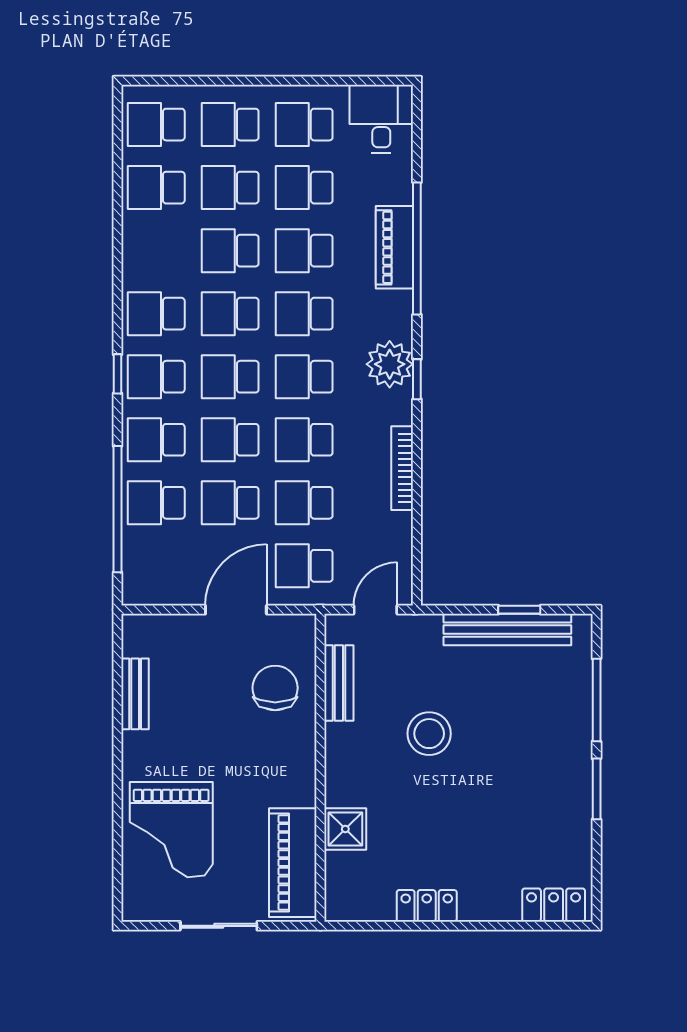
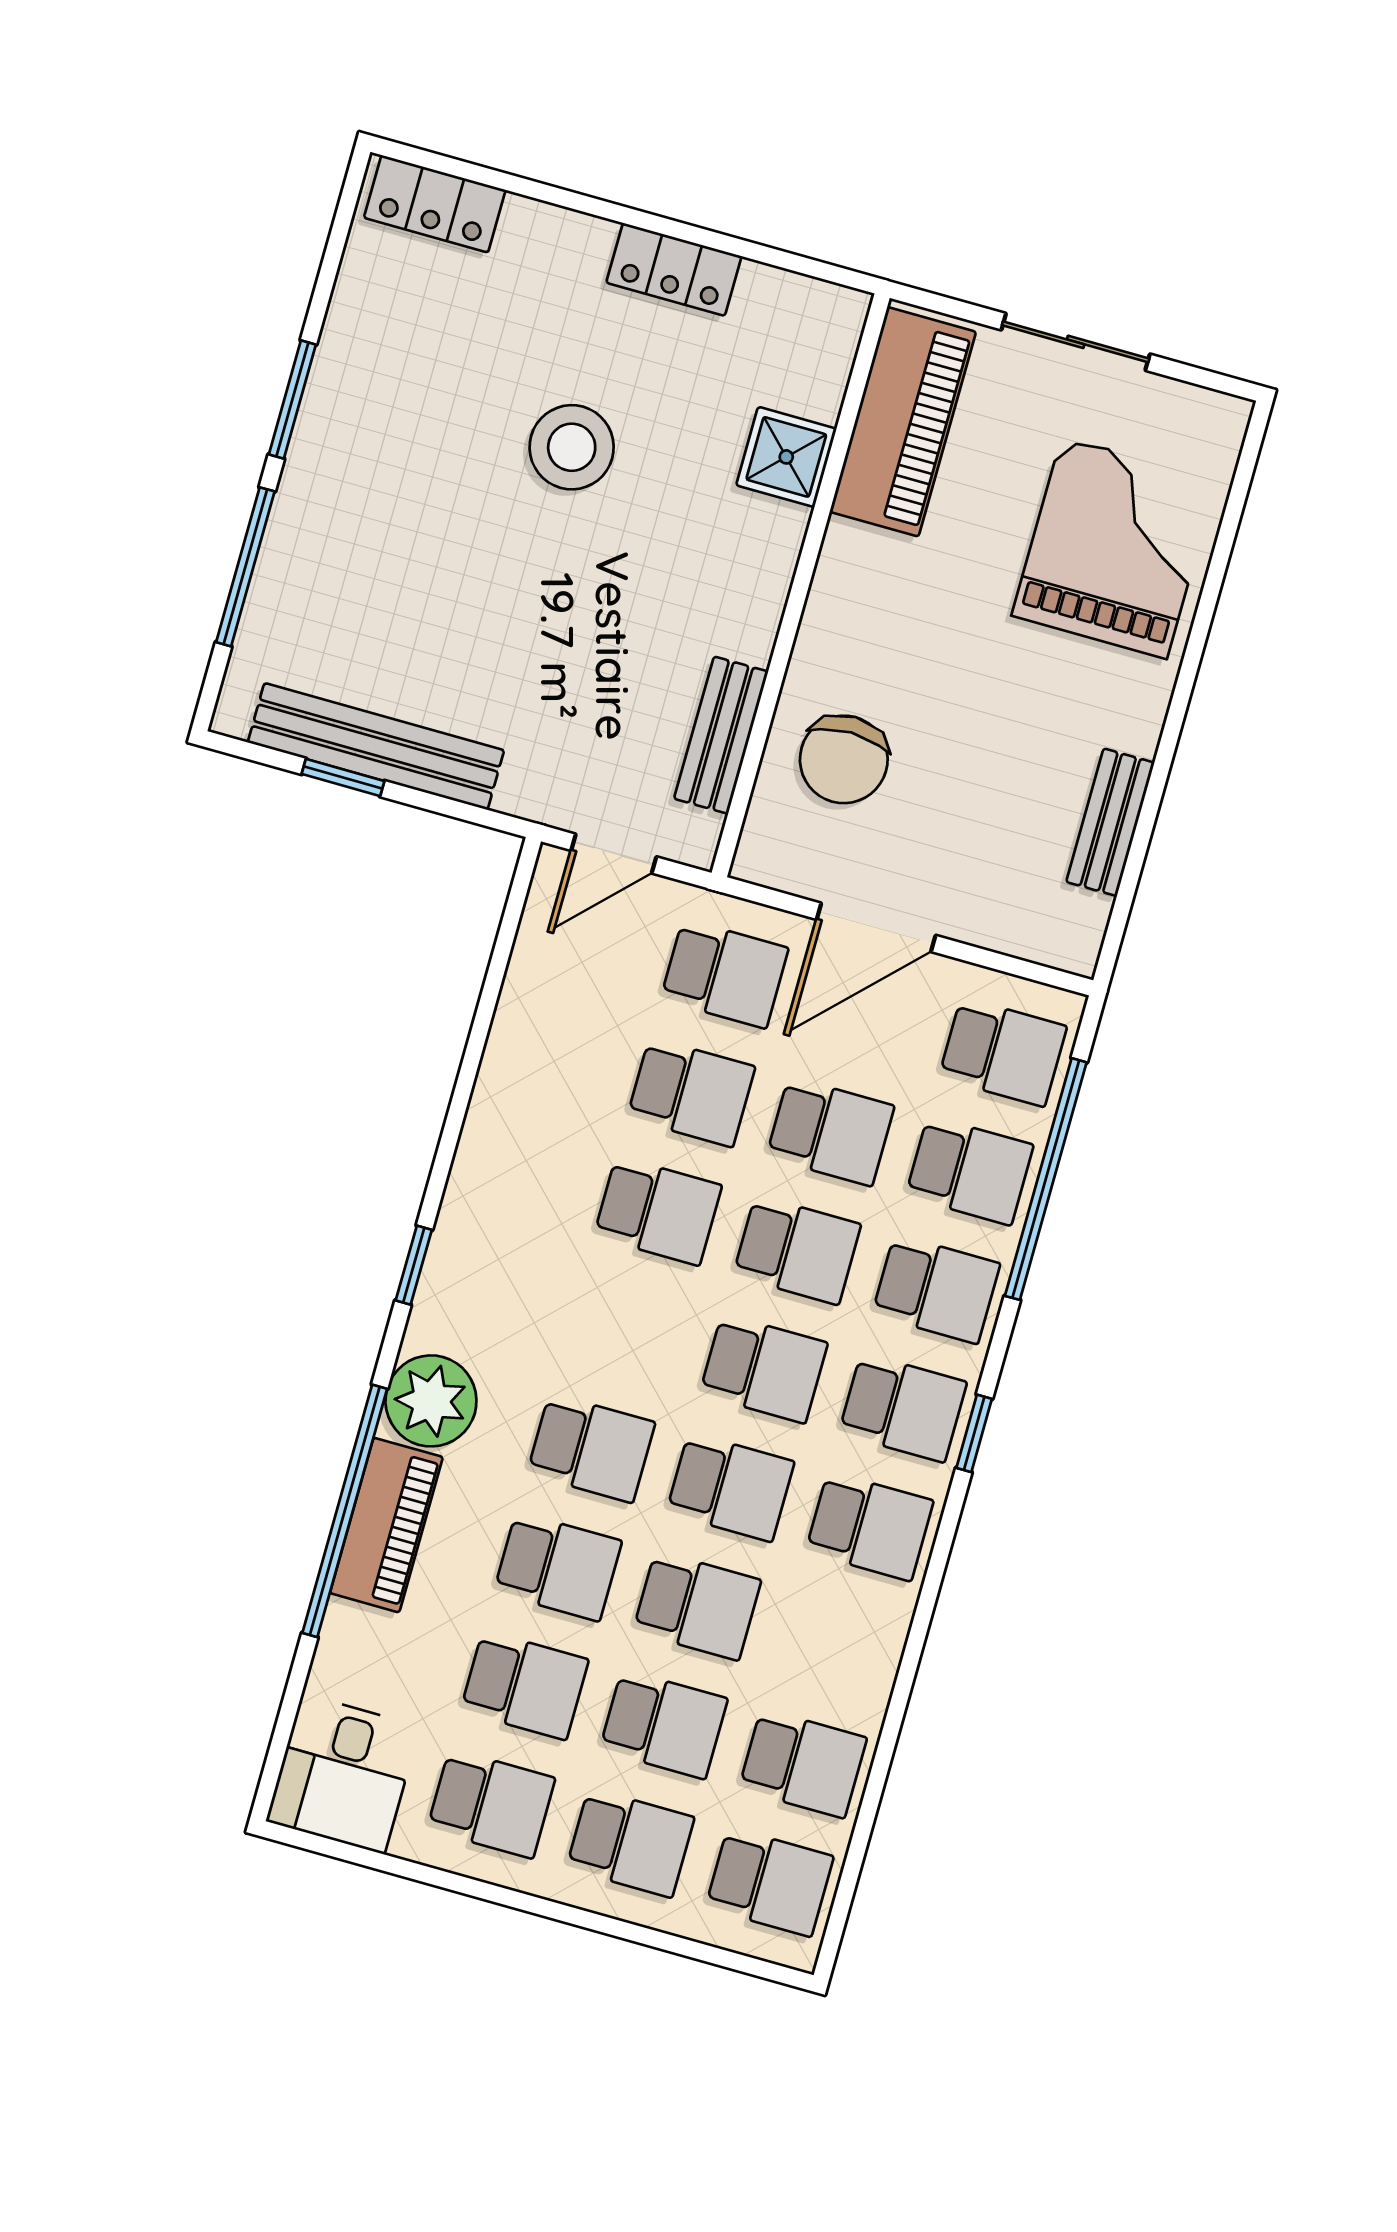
plant: (390, 364) -> (431, 1401), moved
school desk: (304, 377) -> (1003, 1052), moved
bookcase: (402, 468) -> (488, 1106), removed
stool: (429, 734) -> (572, 447), moved

